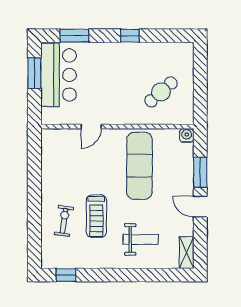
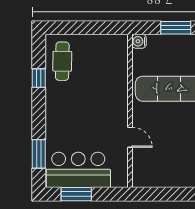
window: (130, 36) -> (39, 78), moved
cafe table: (161, 92) -> (62, 61), moved, turned 43

